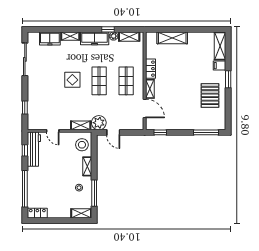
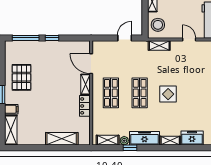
plant: (99, 123) -> (140, 48), removed
door: (113, 132) -> (125, 38), hinge flipped
window: (160, 132) -> (52, 38), moved

